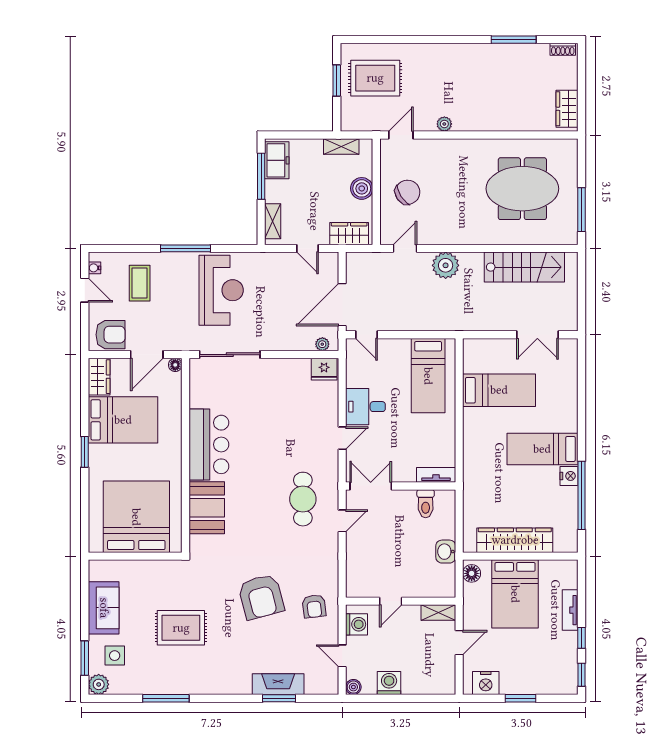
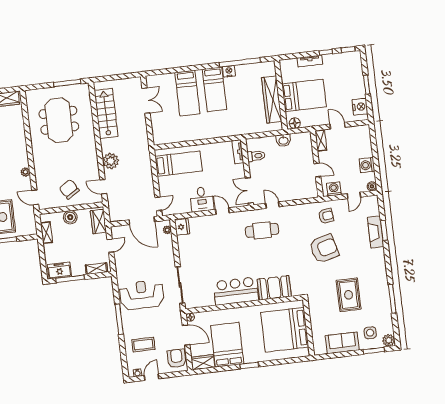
bed: (499, 390) -> (187, 93), moved, turned 180

